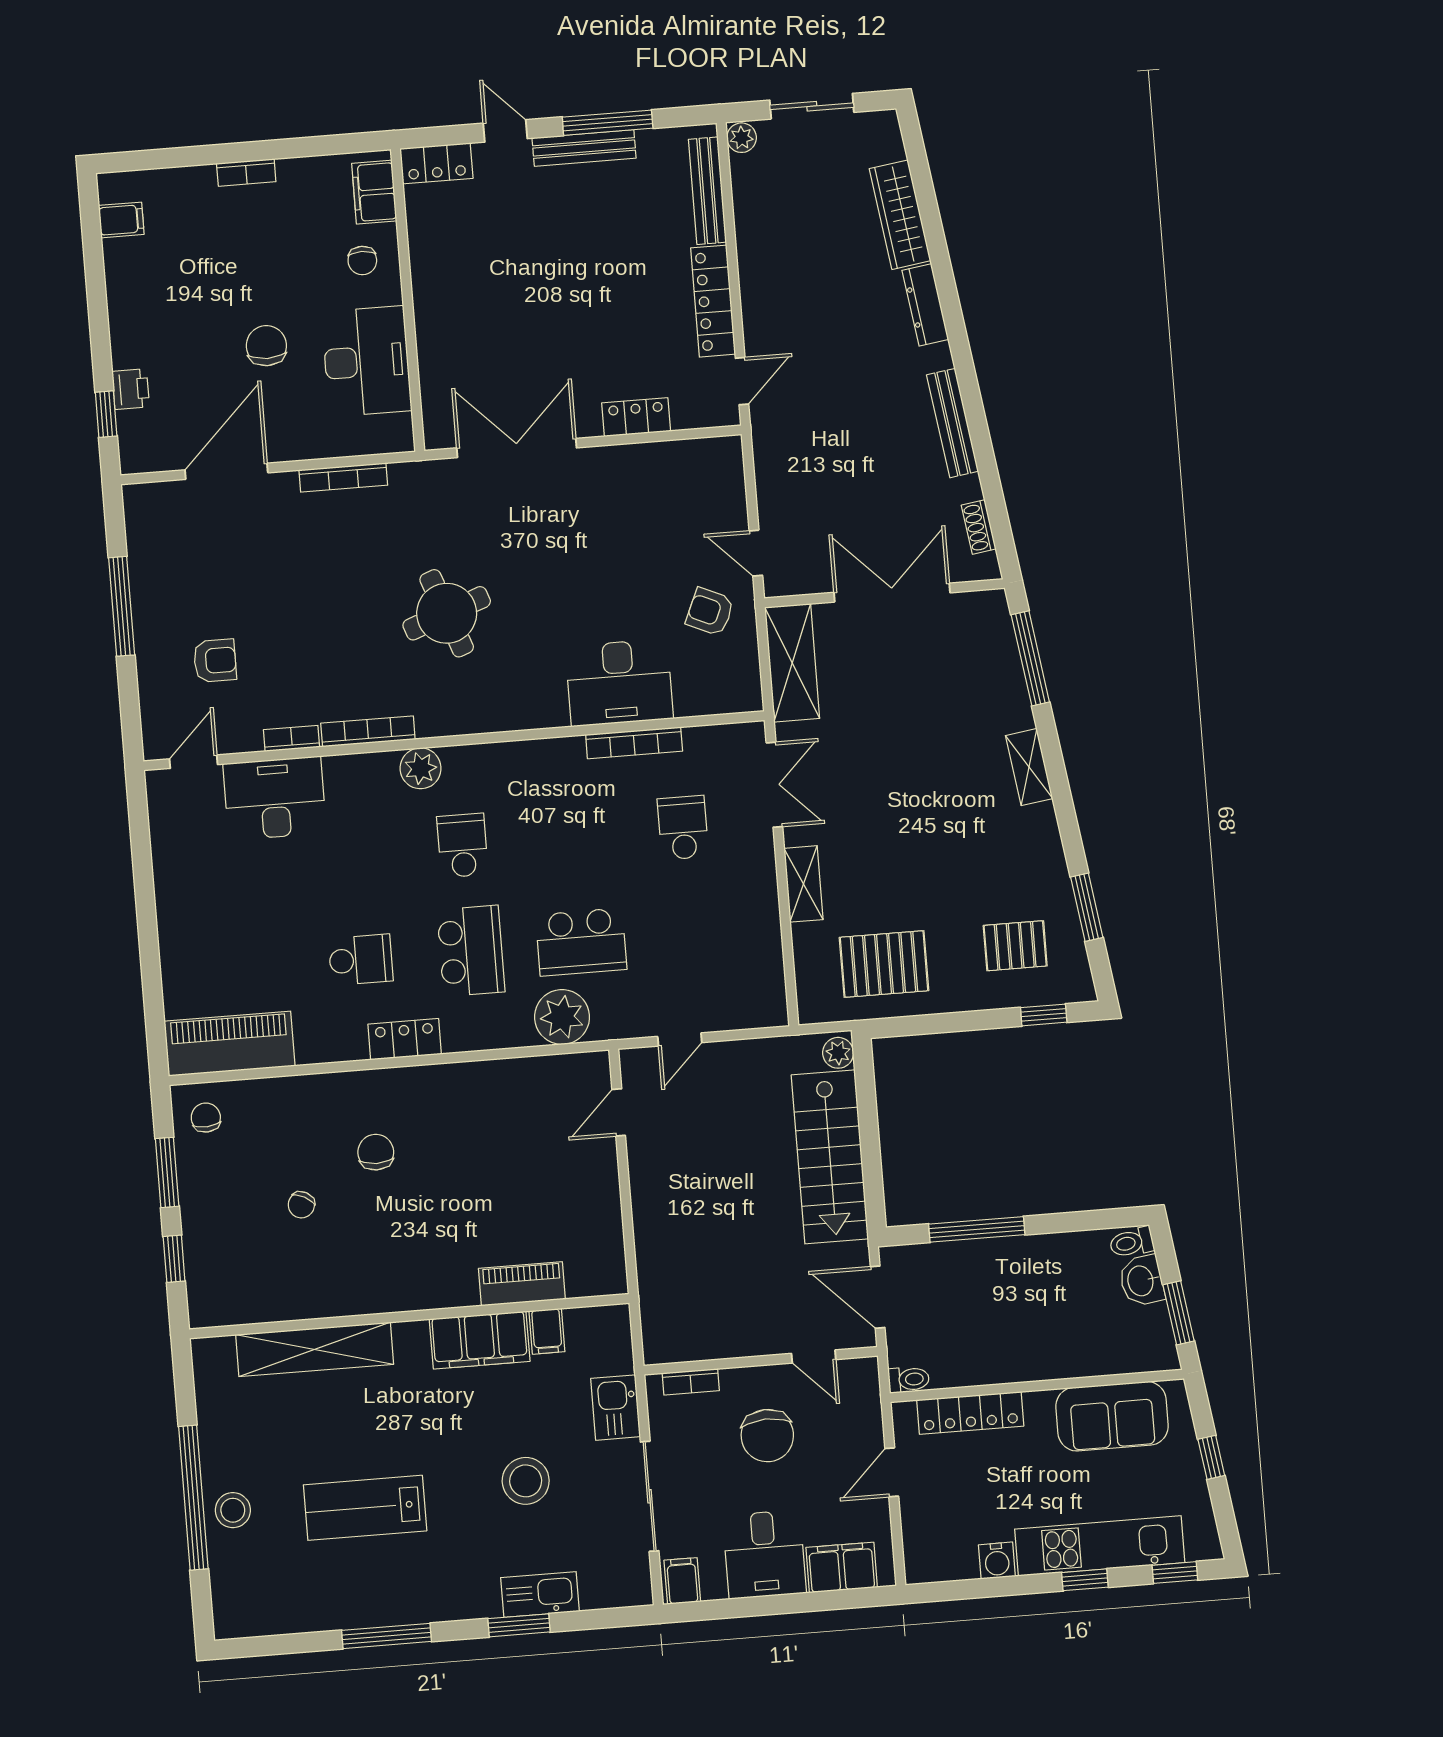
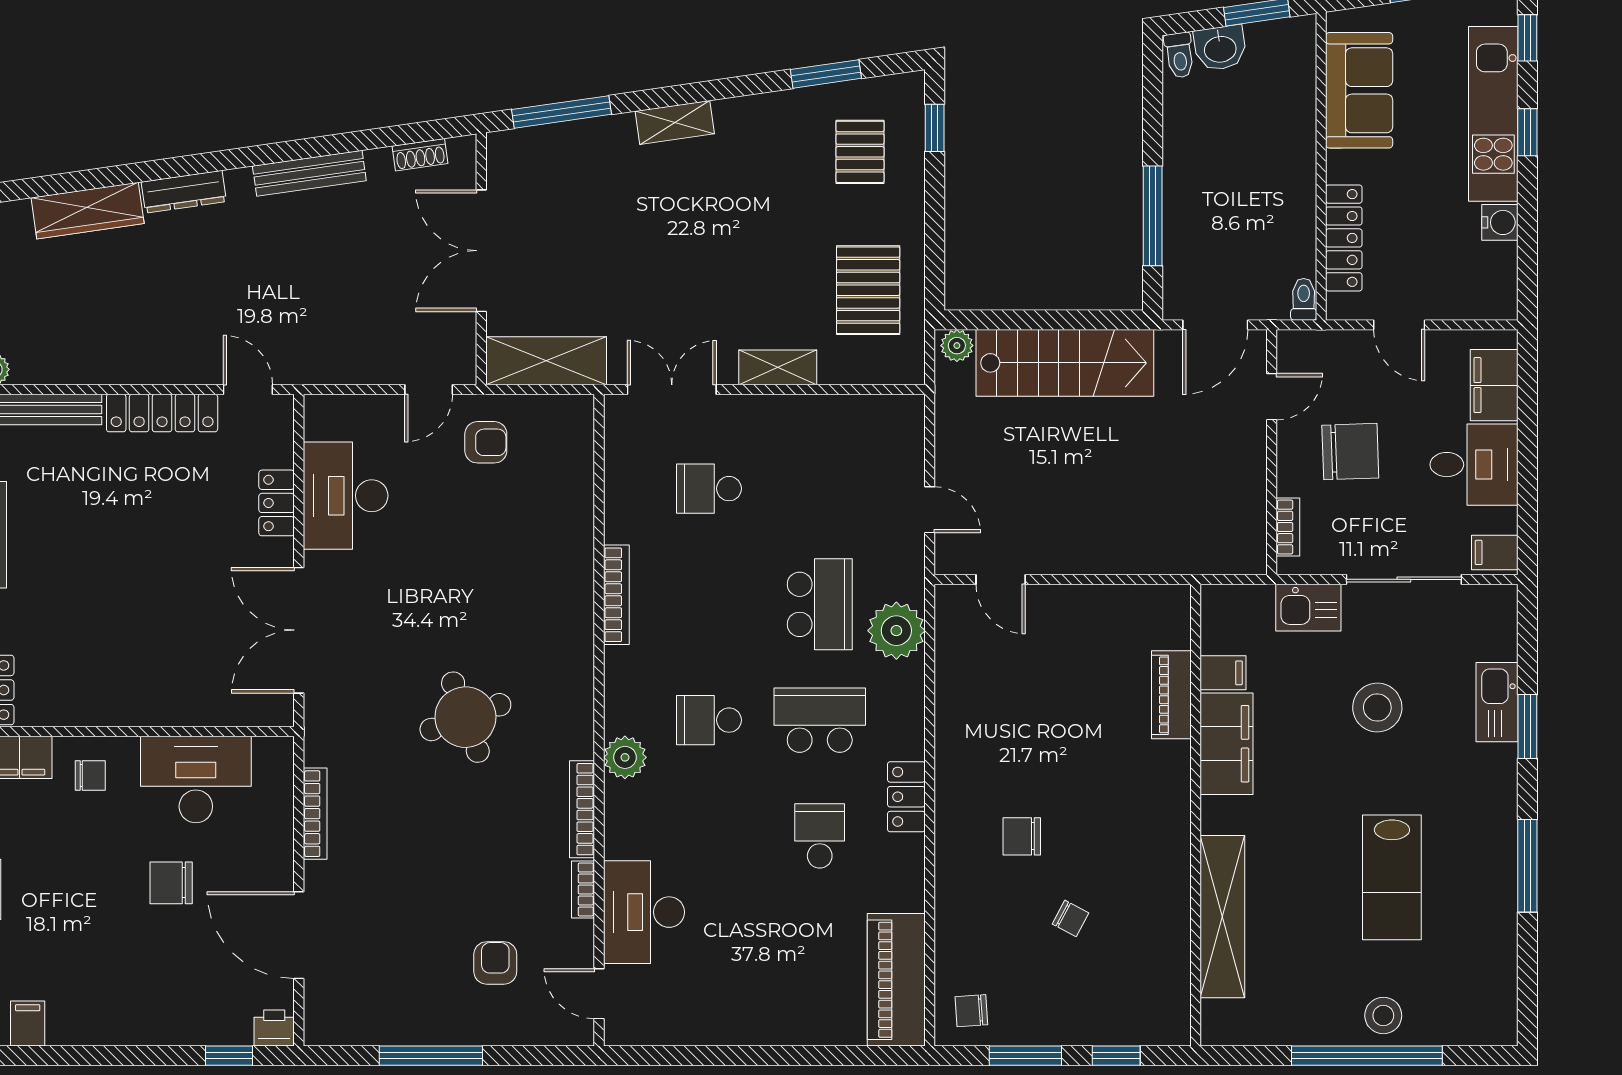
printer: (131, 389) -> (274, 1028), moved
armchair: (710, 612) -> (486, 442), turned -114
desk: (619, 683) -> (346, 496), moved, turned 180
bookcase: (634, 743) -> (616, 595), moved

